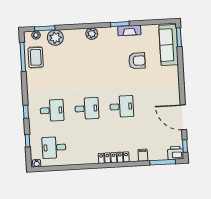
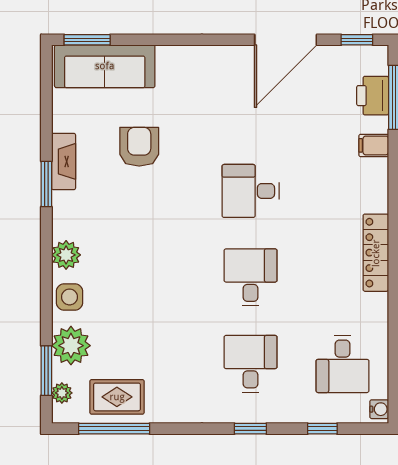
side table: (75, 36) -> (69, 297), added
desk: (122, 107) -> (251, 191), turned -90
printer: (175, 153) -> (373, 96), moved
locker: (114, 158) -> (376, 253), moved

